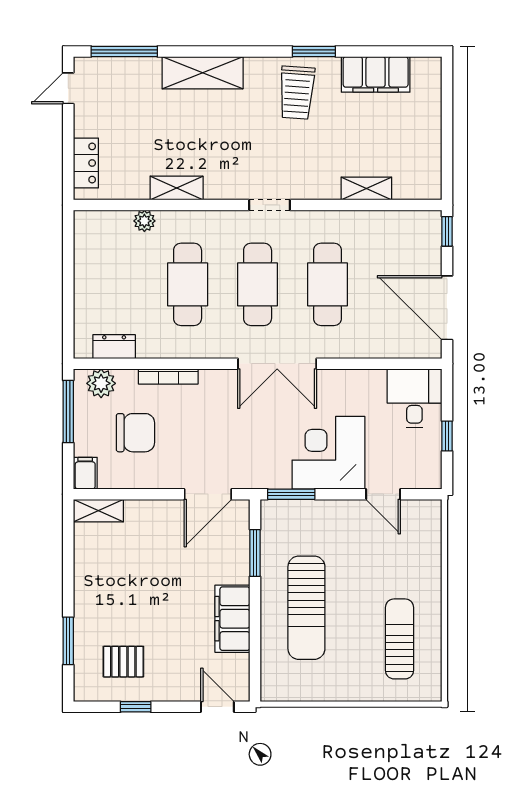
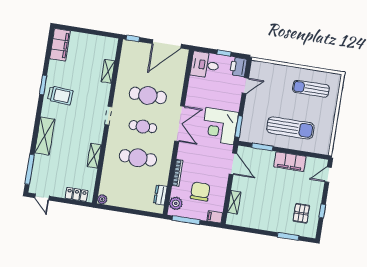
filing cabinet: (376, 74) -> (60, 45), moved
plant: (144, 221) -> (102, 199), moved
cafe table: (258, 284) -> (143, 127), width x0.73, depth x0.74
corner desk: (328, 453) -> (220, 126), moved
printer: (422, 473) -> (238, 67), added
shelving: (98, 511) -> (234, 202), moved

